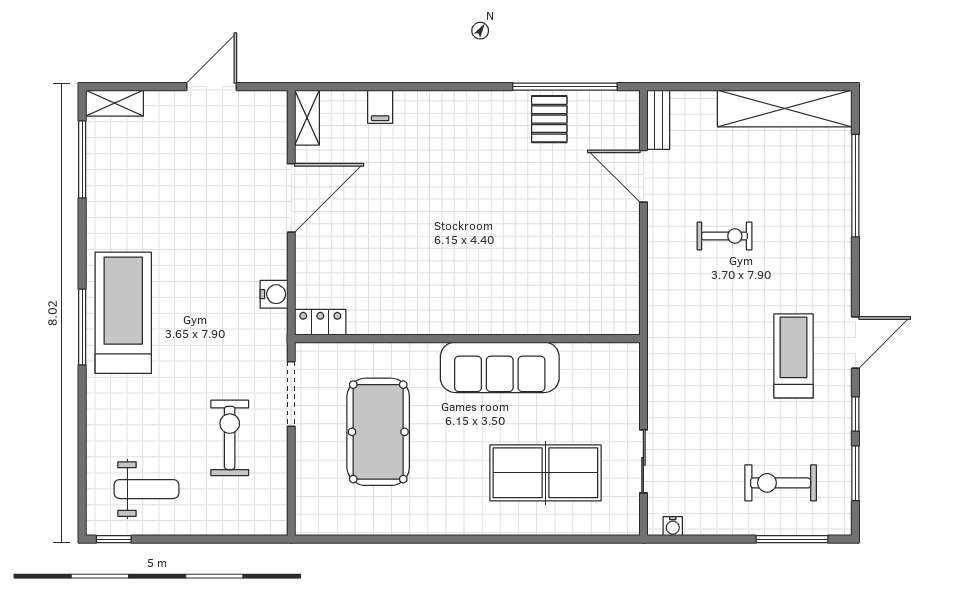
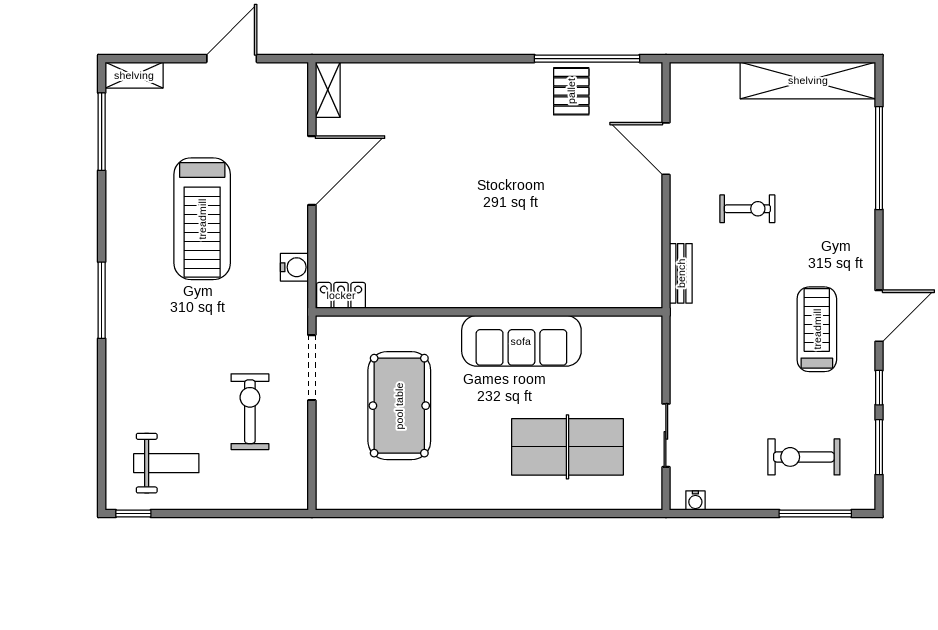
filing cabinet: (380, 107) -> (401, 79), removed
bench: (658, 120) -> (681, 273), moved
treadmill: (123, 313) -> (202, 219), moved, turned 180

